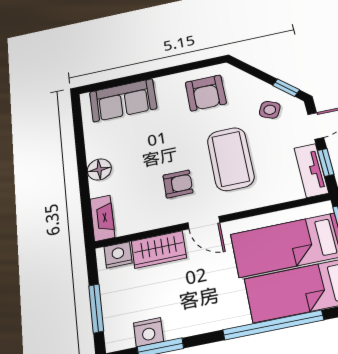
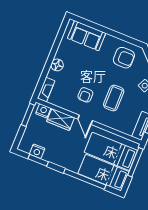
armchair: (206, 93) -> (124, 58), turned -90
coffee table: (231, 159) -> (114, 98), width x0.73, depth x0.76
armchair: (178, 184) -> (85, 95), turned 90
window: (96, 308) -> (28, 115), moved

